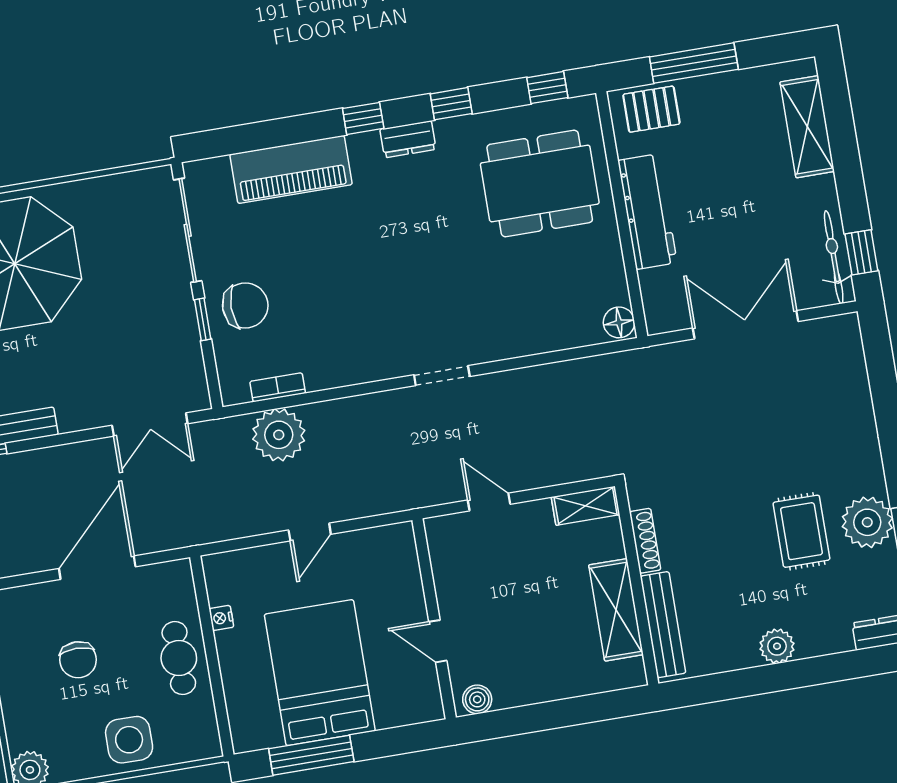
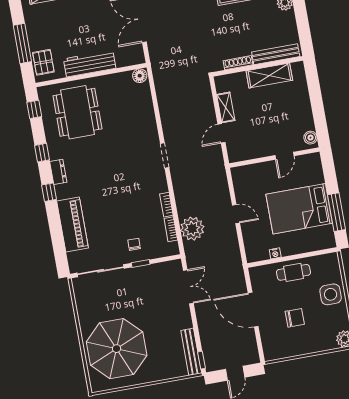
chair: (245, 305) -> (134, 244), width x0.54, depth x0.54
bookcase: (332, 378) -> (166, 205), added
shelving: (586, 506) -> (226, 107), moved

